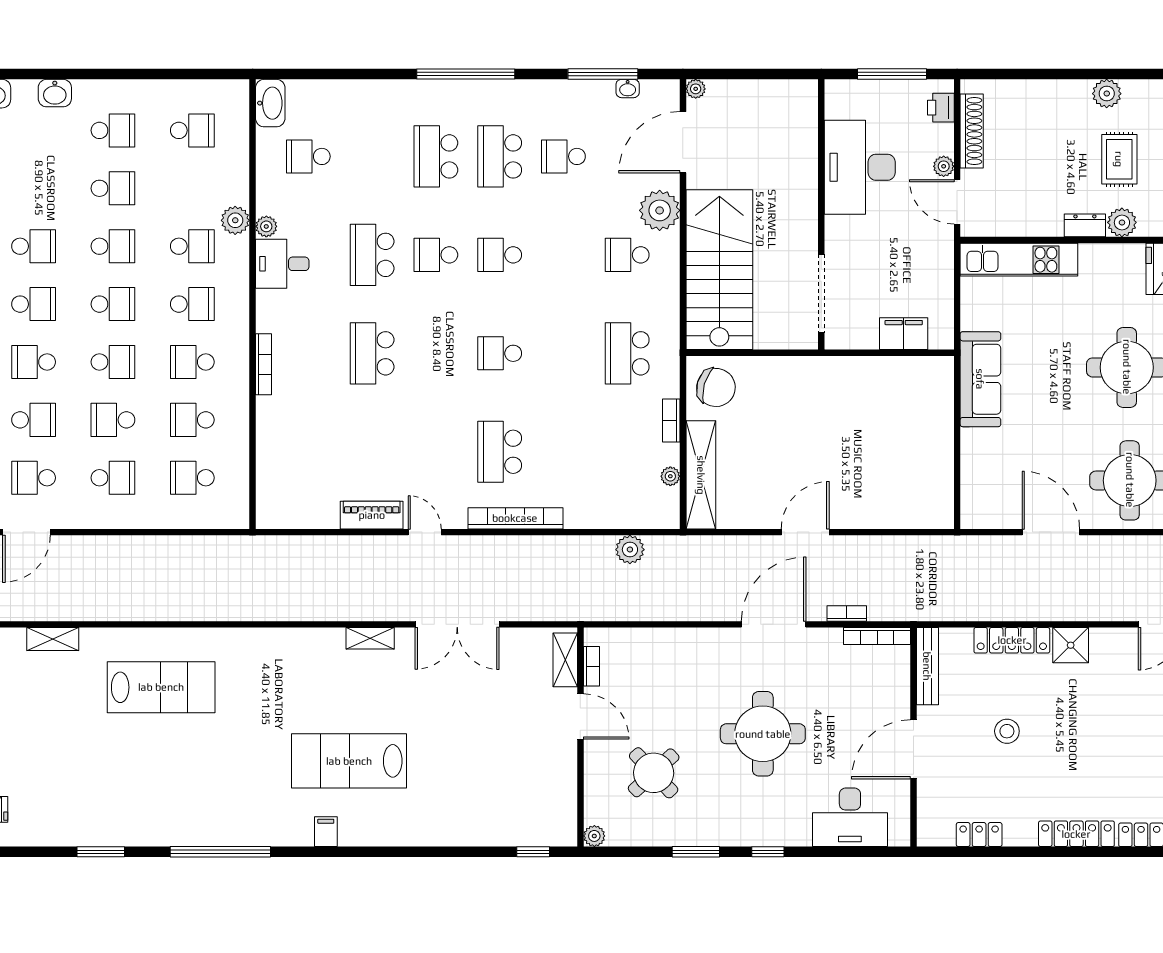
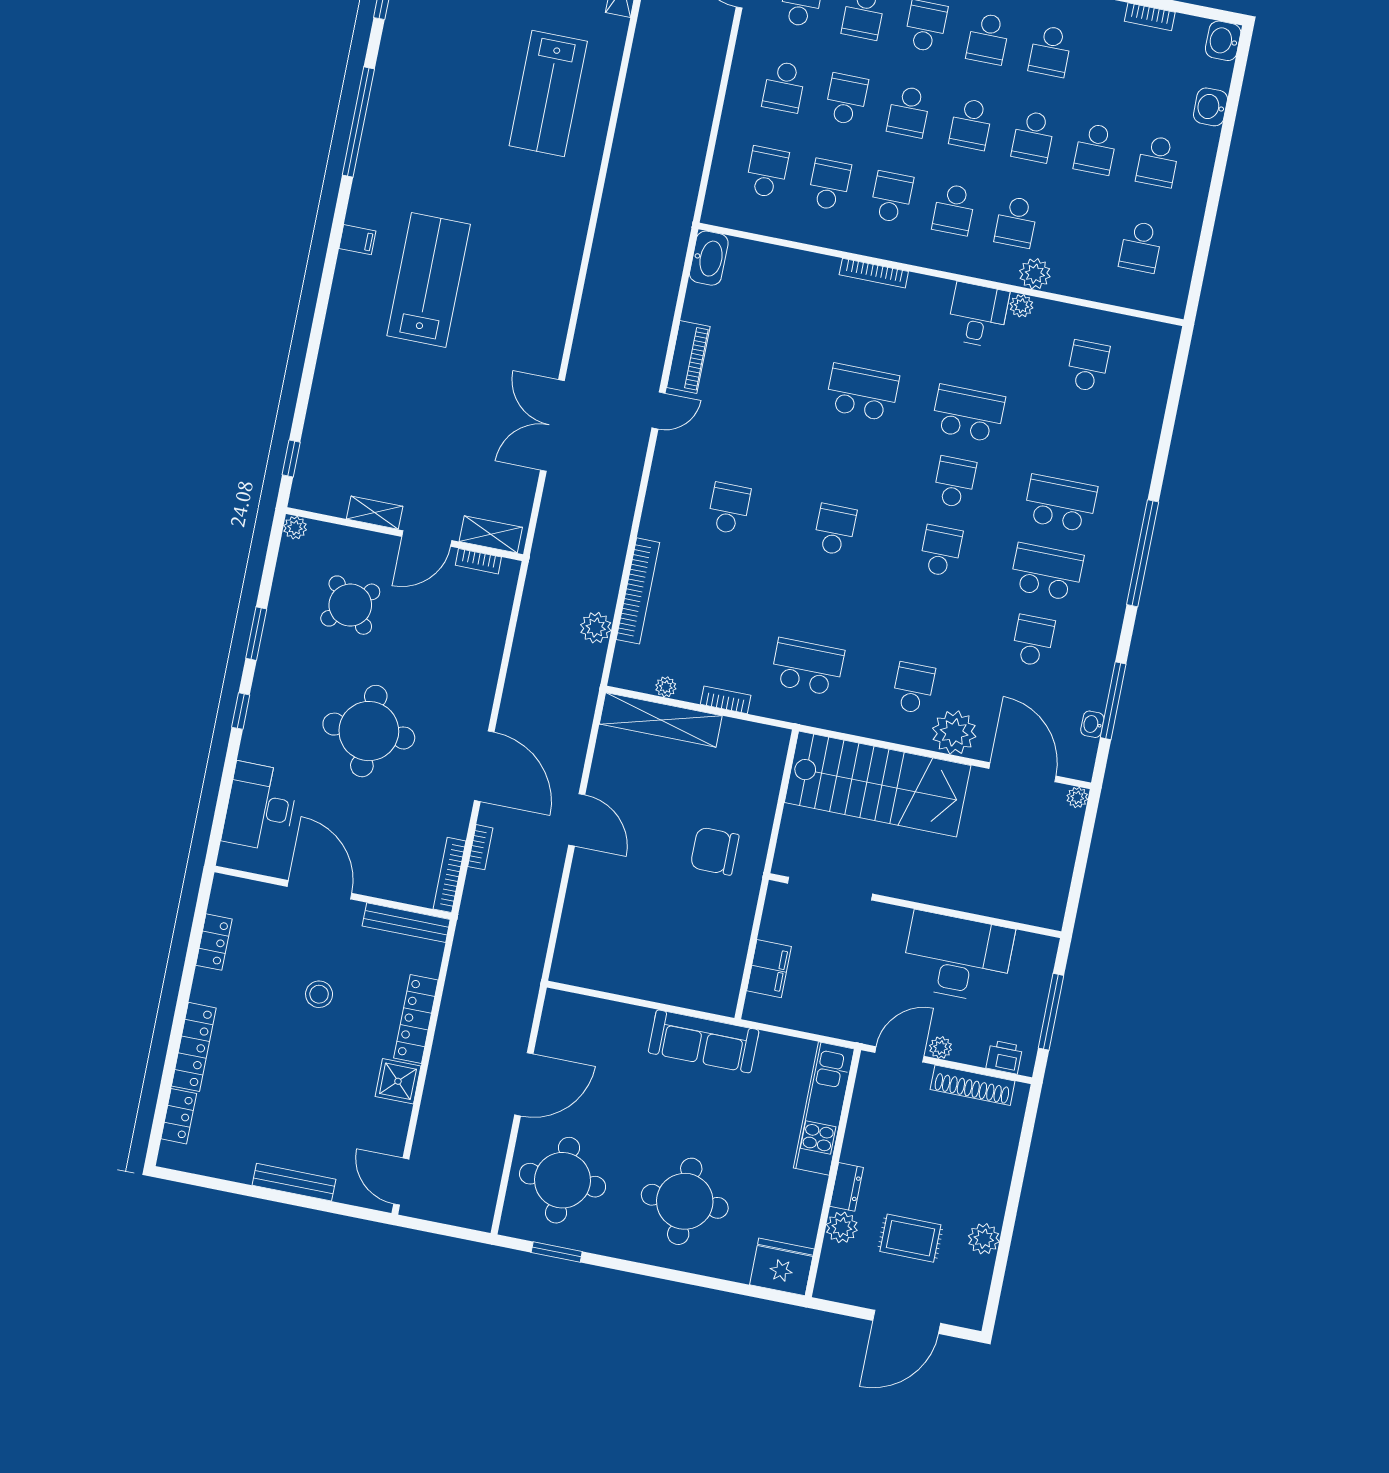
washbasin: (270, 103) -> (709, 258), moved, turned -90
chair: (716, 387) -> (715, 851), moved, turned 74
school desk: (500, 452) -> (729, 508), width x0.54
bookcase: (515, 518) -> (638, 591), moved
shelving: (370, 638) -> (375, 513), moved, turned 90

